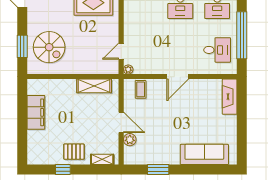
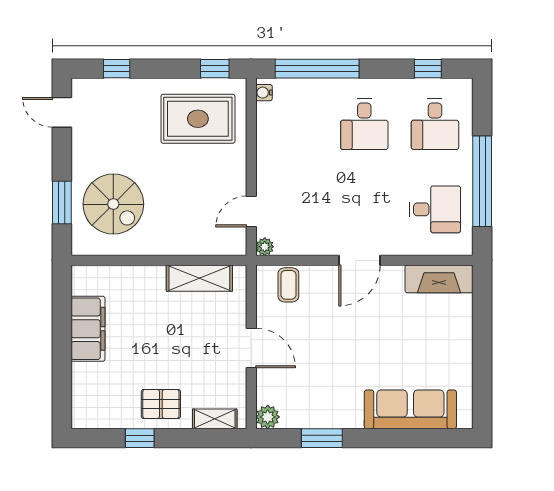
fireplace: (230, 97) -> (439, 279), moved, turned -90
plant: (130, 140) -> (268, 417), moved

